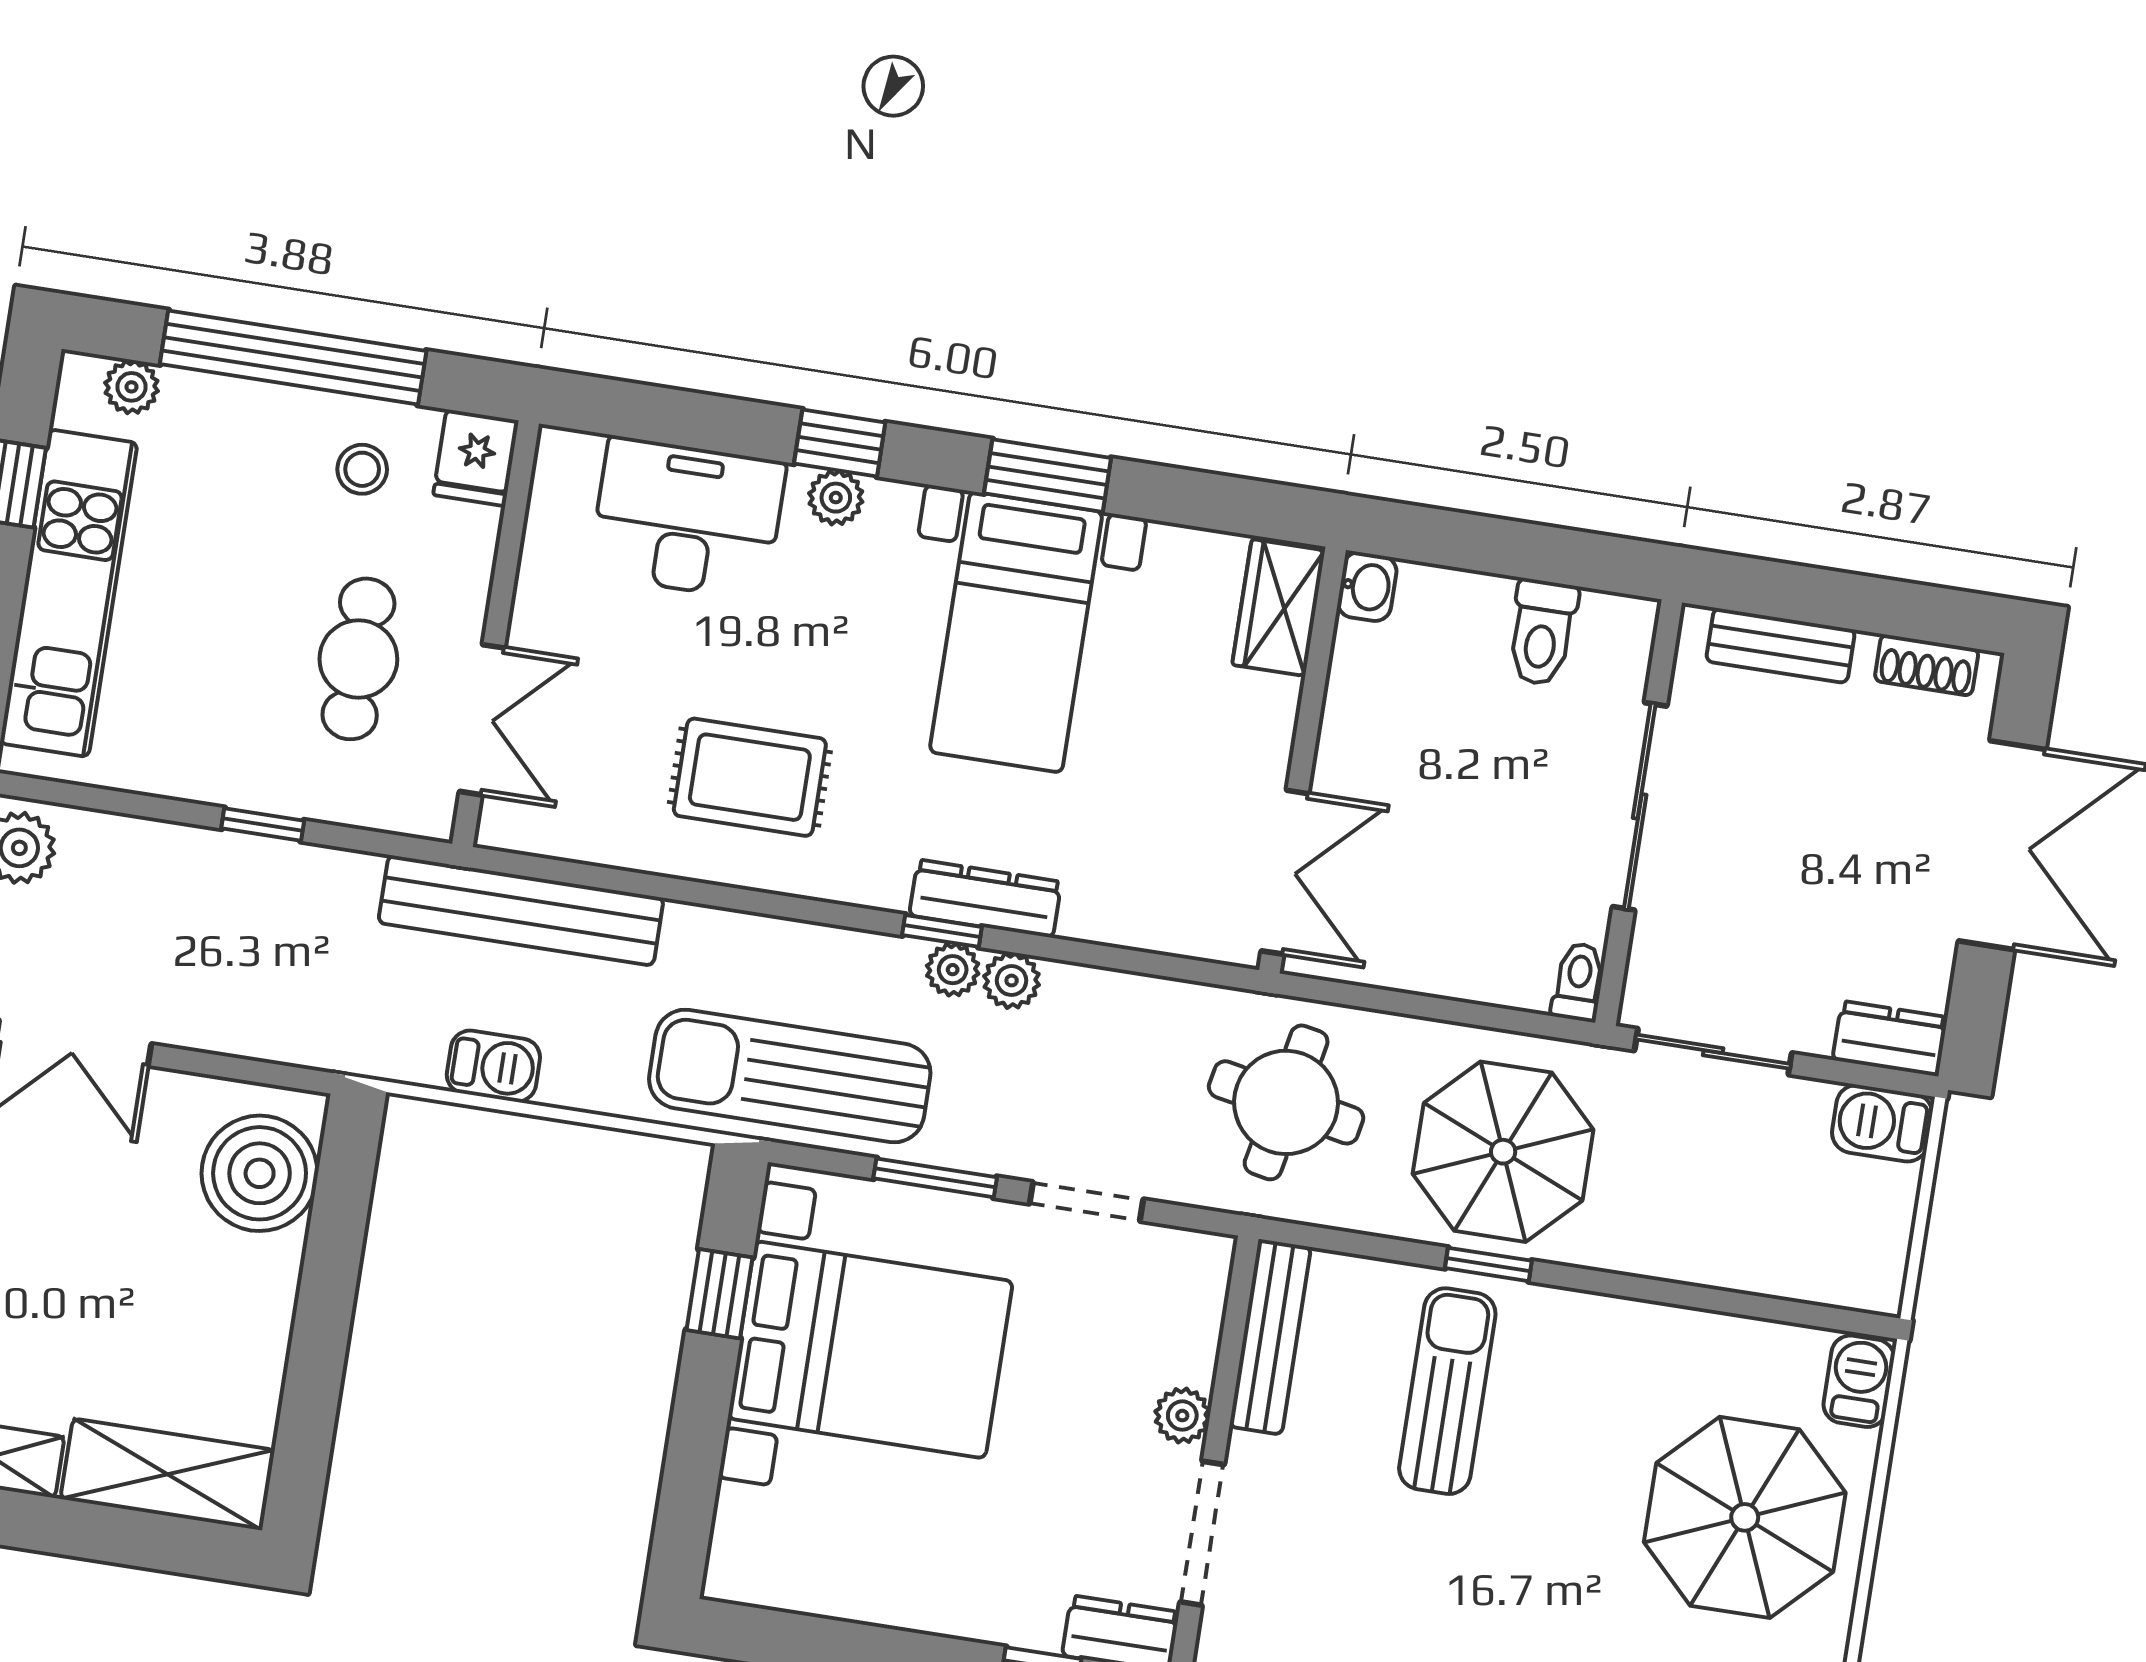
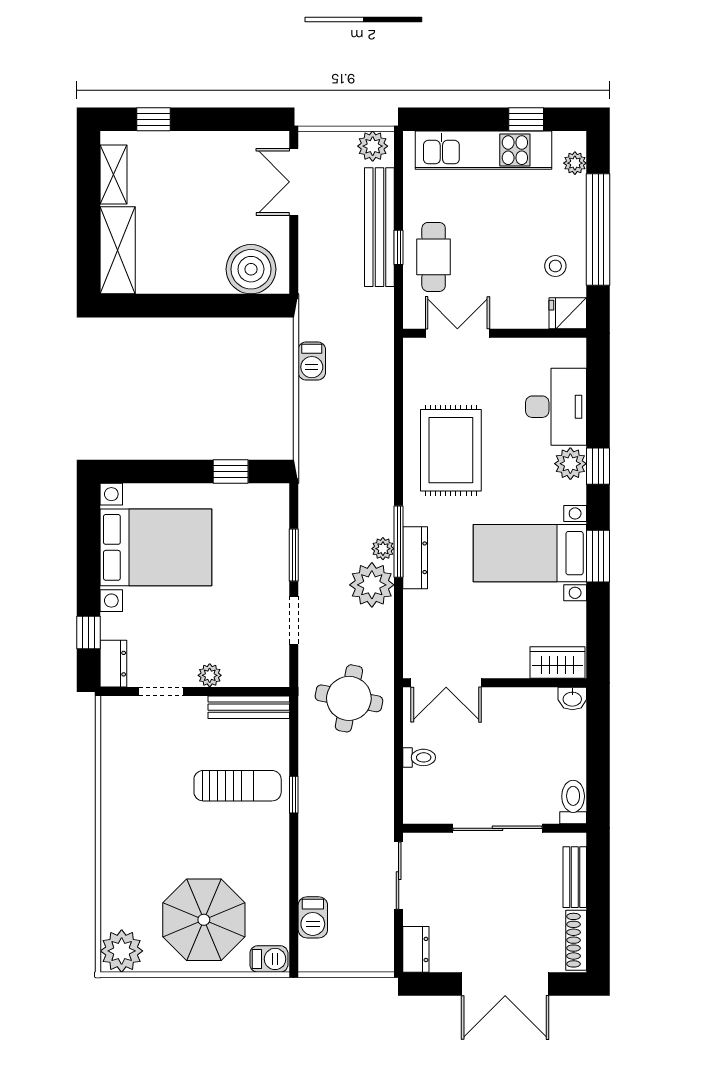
plant: (836, 498) -> (570, 464), width x1.38, depth x1.38
toilet: (1542, 632) -> (573, 802), moved, turned 90
cafe table: (358, 659) -> (434, 257), moved, turned 90
shoe rack: (1927, 665) -> (576, 940), width x1.43
double door: (482, 720) -> (457, 333), swing flipped
rug: (750, 777) -> (451, 450), width x1.36, depth x1.43
bench: (521, 910) -> (379, 227), moved
window: (942, 931) -> (399, 542), width x2.17
plant: (1012, 981) -> (372, 585), width x1.88, depth x1.88
toilet: (1578, 982) -> (419, 757), moved
sun lounger: (790, 1076) -> (327, 487), removed
barbecue: (1882, 1123) -> (313, 917), moved, turned 180
parasol: (1503, 1152) -> (342, 793), removed
bed with nightstands: (870, 1350) -> (156, 547), moved, turned -90
doorway: (1202, 1533) -> (161, 691), width x0.73

